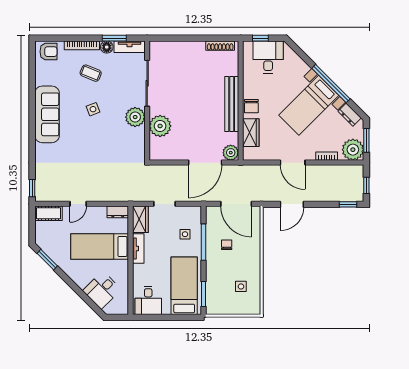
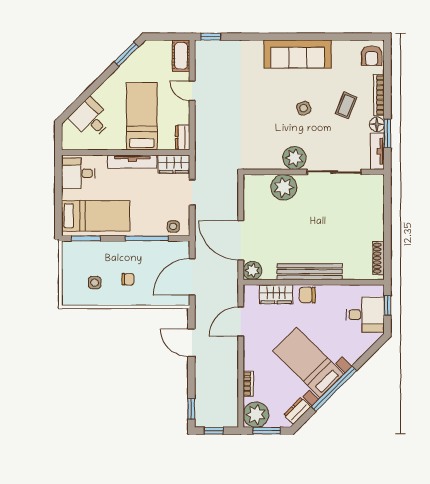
door: (293, 163) -> (241, 322), moved
side table: (185, 234) -> (173, 226), moved
chair: (227, 245) -> (128, 279), moved
tv unit: (138, 249) -> (132, 162), width x1.41

